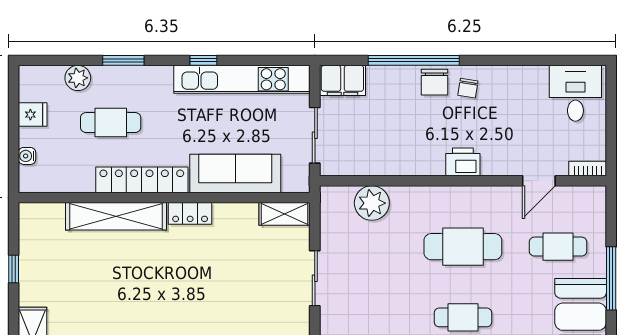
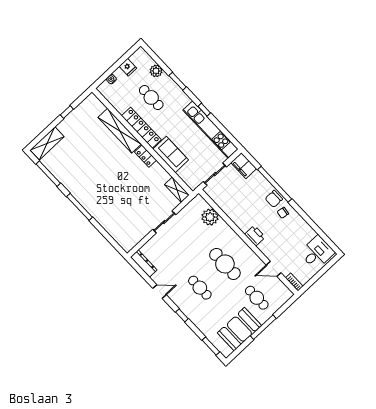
sofa: (235, 174) -> (171, 154), width x0.73

